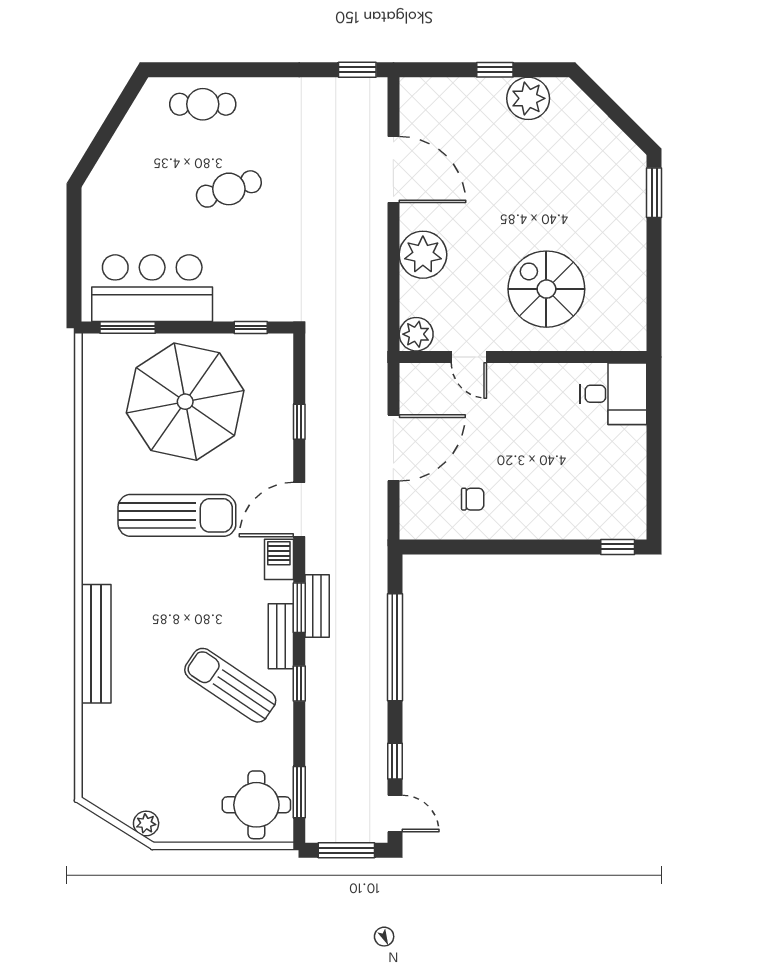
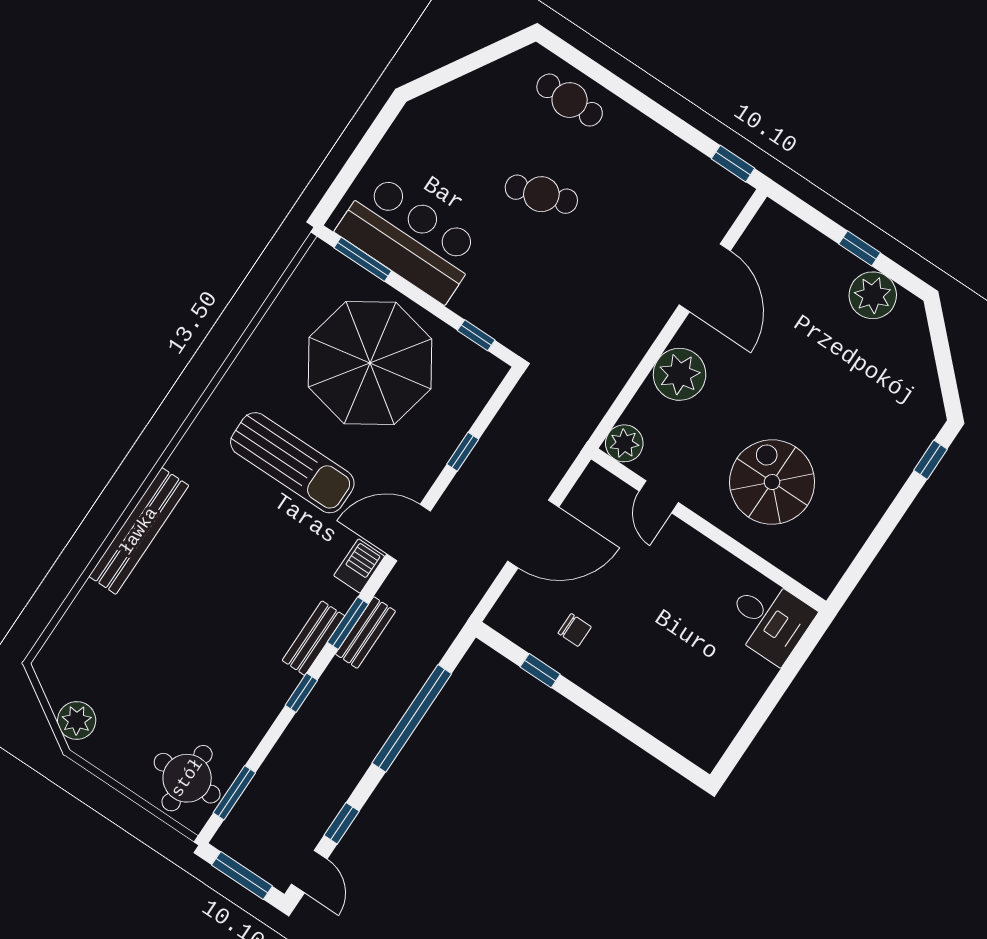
window: (654, 193) -> (931, 460), width x0.67
window: (618, 547) -> (540, 671), moved
sun lounger: (230, 685) -> (237, 652), removed
plant: (146, 823) -> (77, 720), width x1.38, depth x1.38

